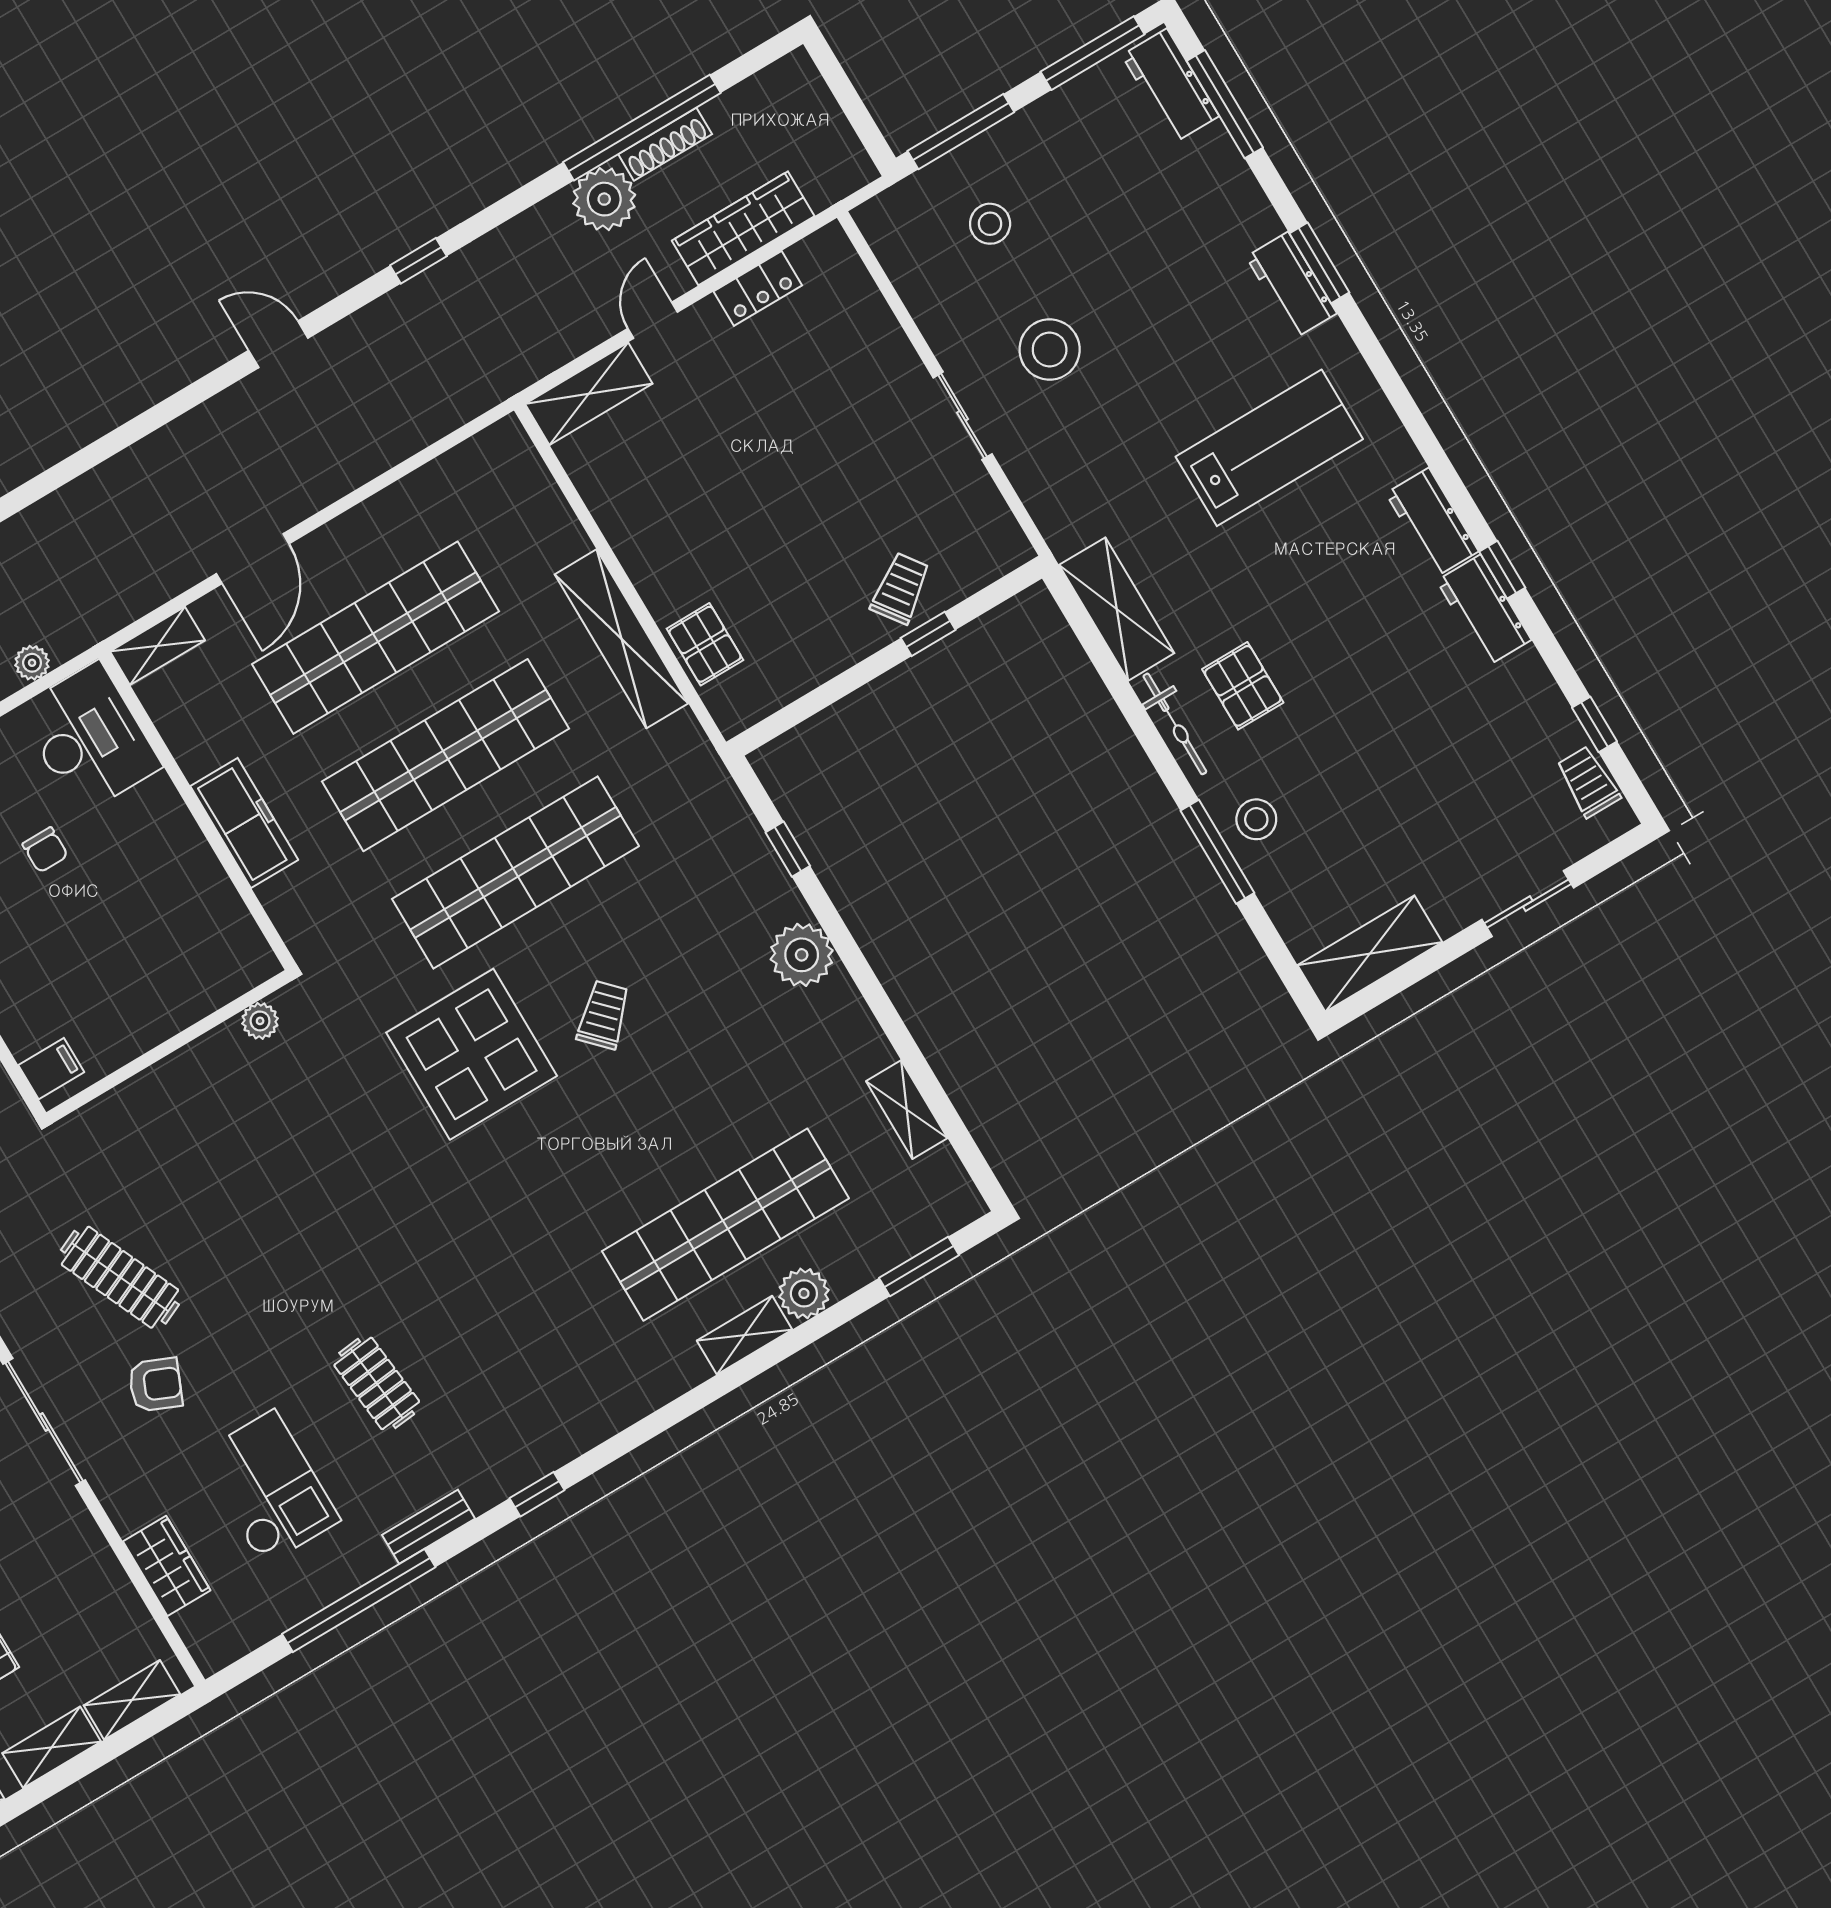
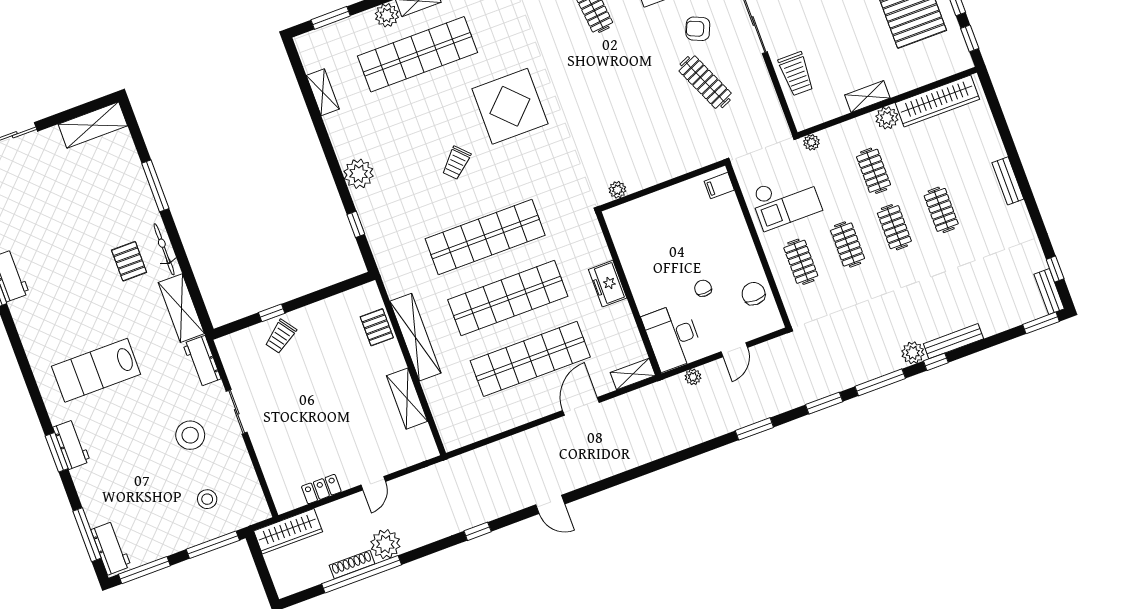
wardrobe: (743, 228) -> (288, 531), moved
shelving: (589, 394) -> (407, 399), moved, turned 90
workbench: (1432, 522) -> (202, 361), moved, turned 180
stool: (1256, 819) -> (134, 198), removed
freezer: (244, 823) -> (608, 284), width x0.71
display table: (472, 1054) -> (510, 106), moved

